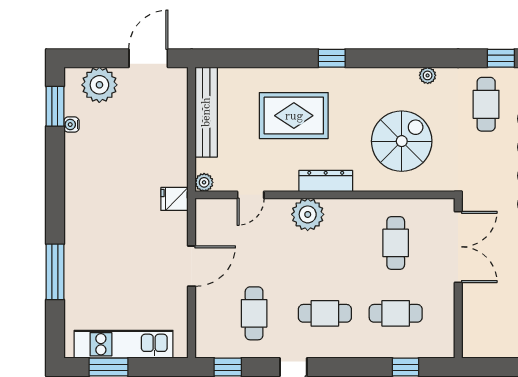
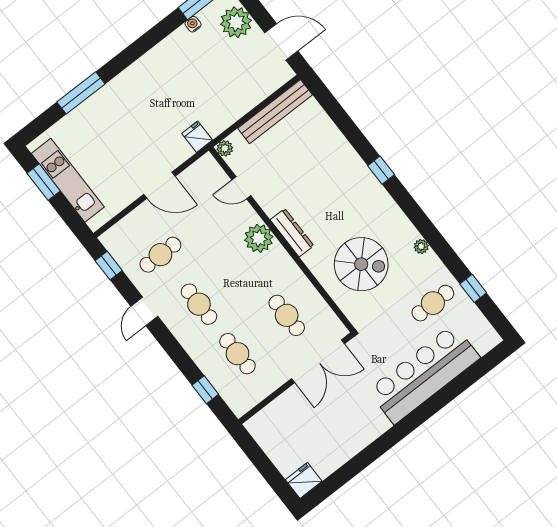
rug: (294, 116) -> (320, 175), removed
cafe table: (396, 243) -> (287, 315), turned 90

